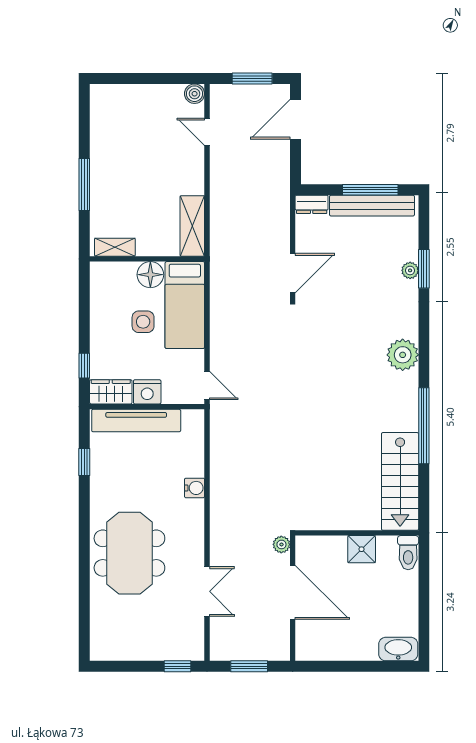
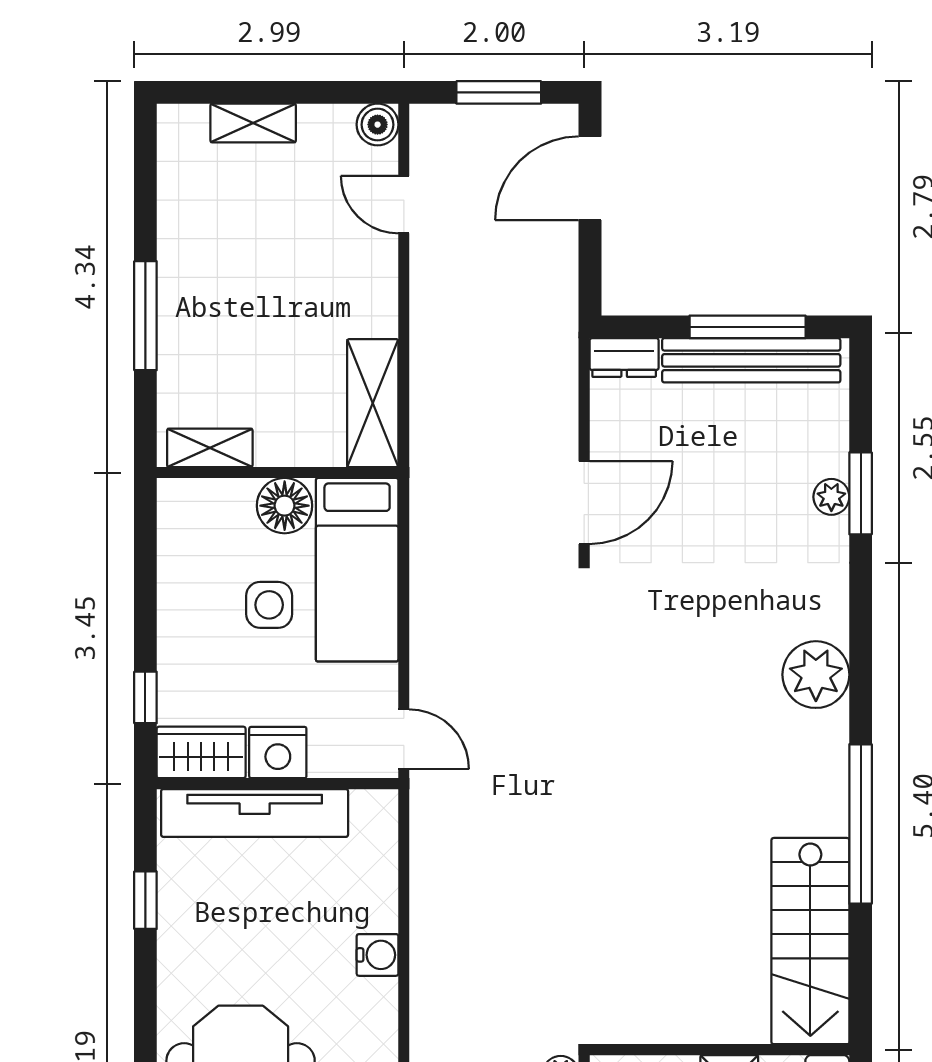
shelving: (135, 93) -> (253, 123), added

